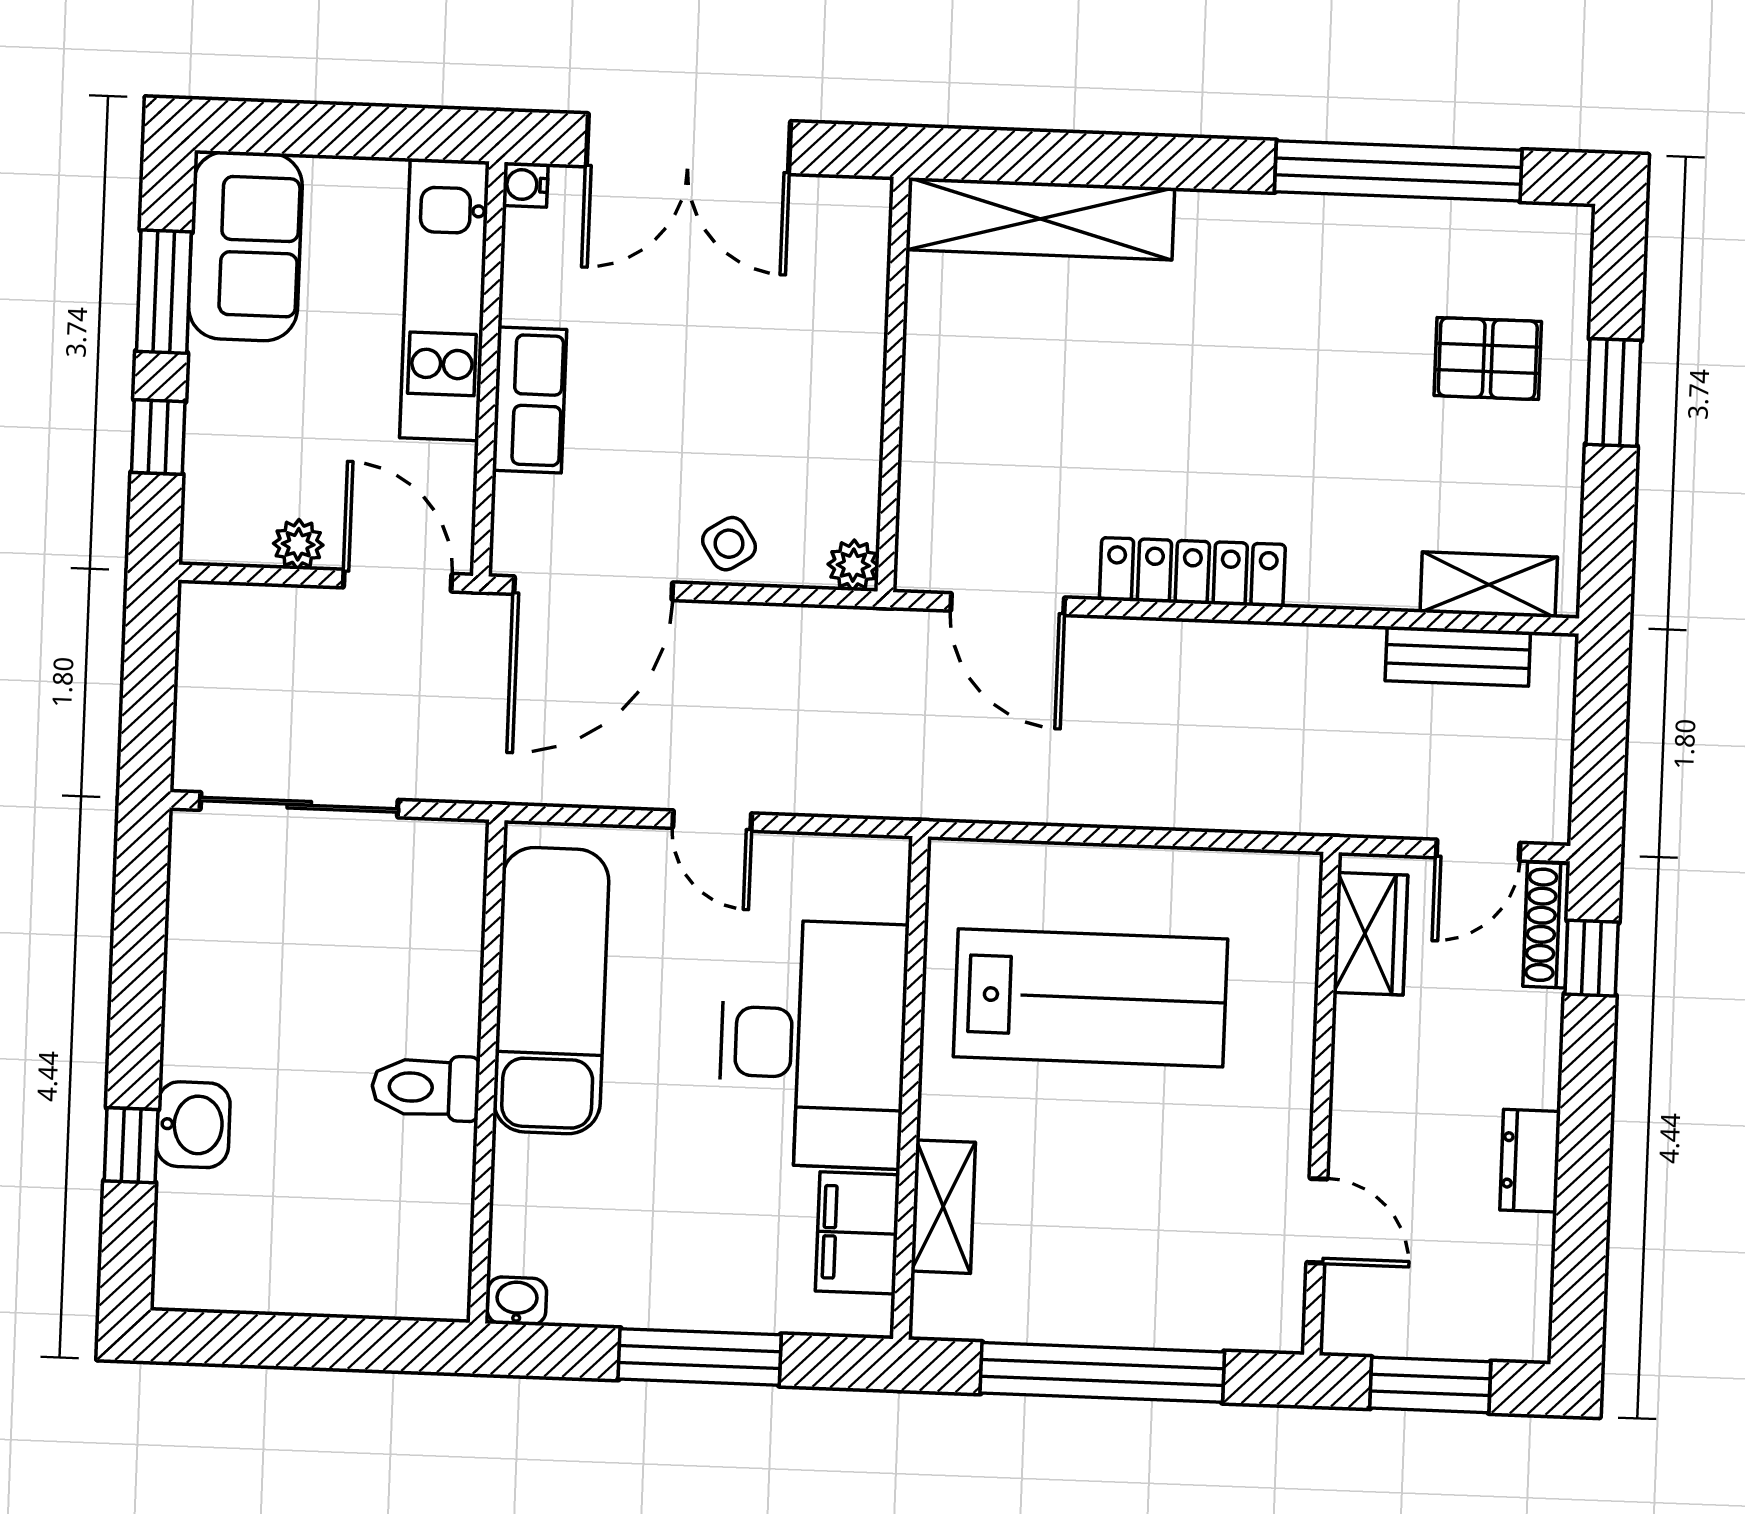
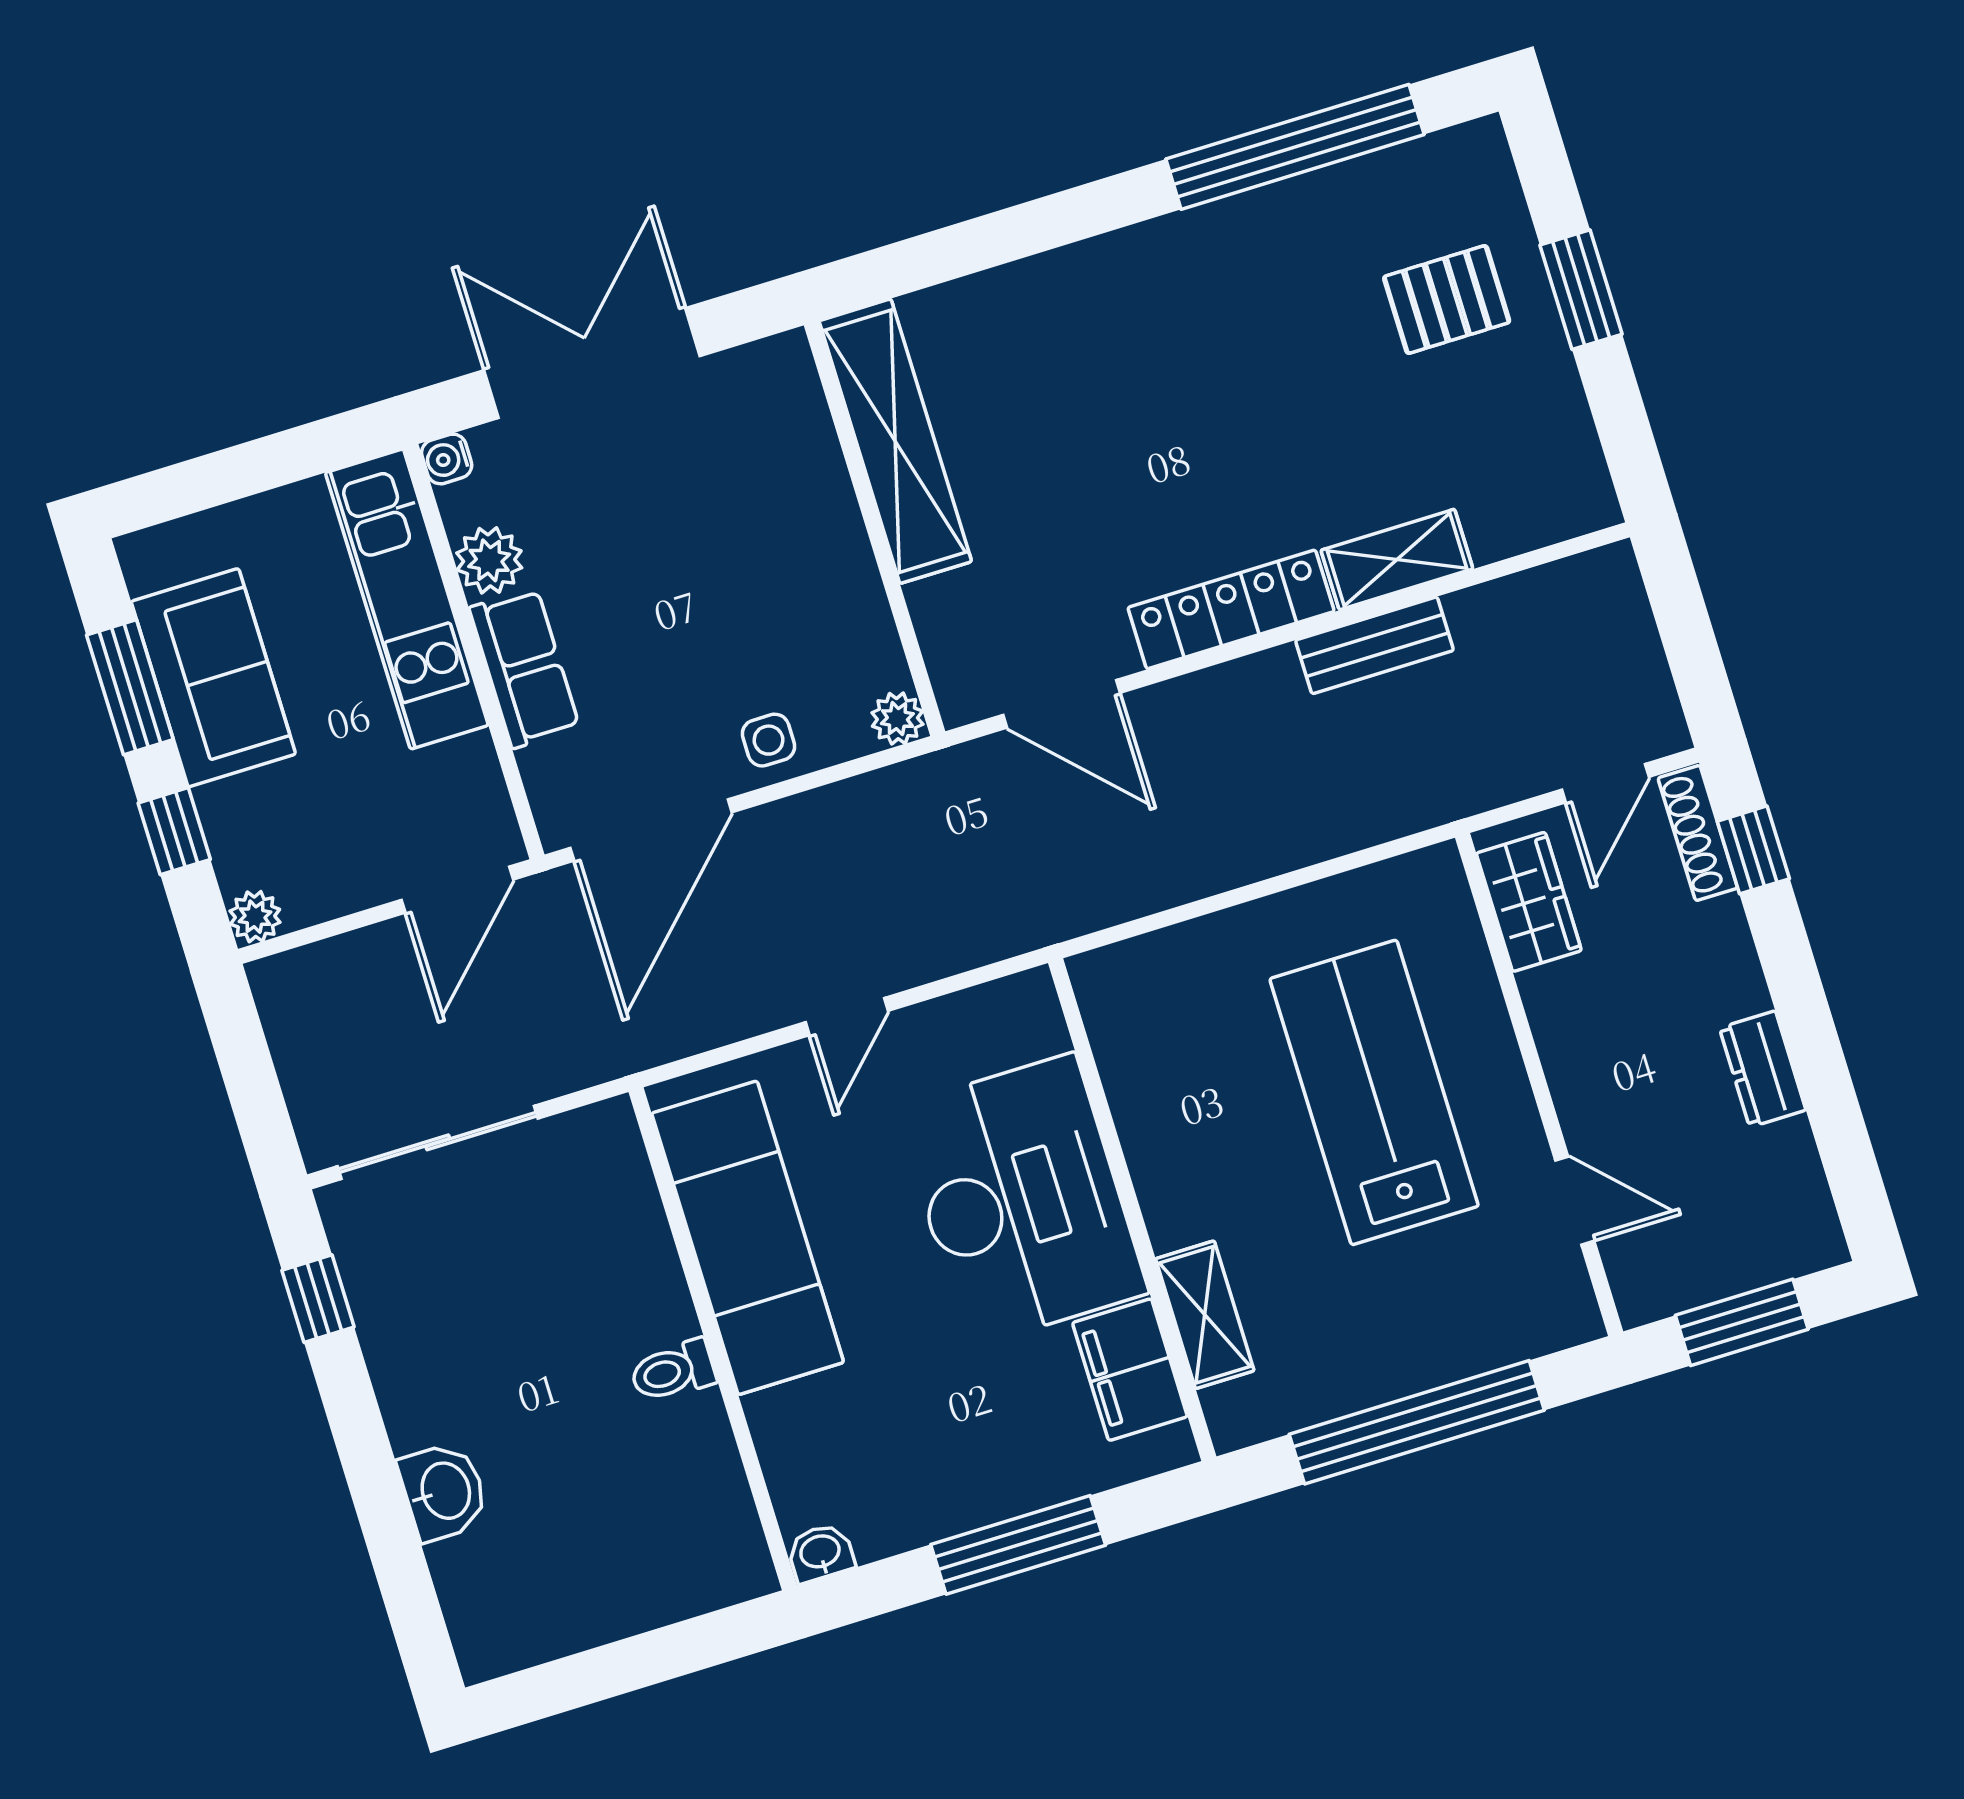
double door: (688, 144) -> (592, 363), swing flipped
shelving: (1040, 219) -> (895, 441), moved, turned 90
sofa: (245, 246) -> (213, 678), moved
plant: (532, 291) -> (489, 560), added
plant: (298, 544) -> (255, 917), moved
side table: (729, 544) -> (769, 740), turned 33
door: (398, 581) -> (457, 890), swing flipped
shelving: (1489, 585) -> (1397, 560), moved
bench: (1458, 656) -> (1374, 645), moved
door: (712, 821) -> (847, 1017), hinge flipped
lab bench: (1091, 998) -> (1374, 1092), moved, turned -90
toilet: (426, 1088) -> (673, 1371), width x0.73, depth x0.72
window: (131, 1145) -> (318, 1299), moved

